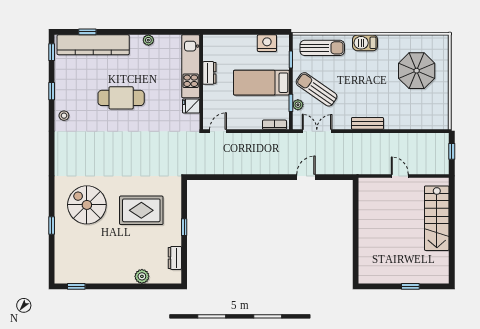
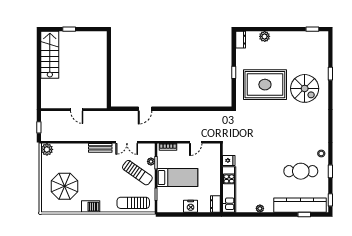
nightstand: (267, 43) -> (191, 206), moved
barbecue: (365, 43) -> (91, 207), moved
dresser: (209, 73) -> (215, 204), moved
cafe table: (121, 98) -> (301, 171), moved
plant: (441, 121) -> (47, 149), added
door: (218, 131) -> (196, 142), moved
double door: (317, 131) -> (127, 142), moved
rug: (141, 210) -> (265, 85), width x1.37, depth x1.44
stairs: (437, 218) -> (50, 55), moved
dresser: (175, 258) -> (241, 40), moved

